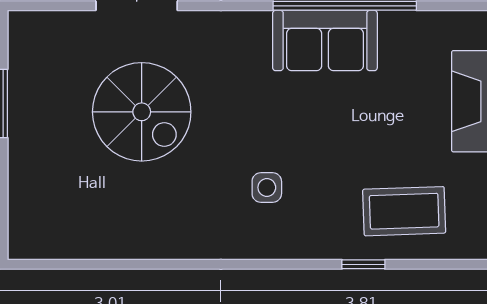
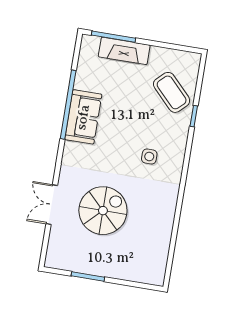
coffee table: (404, 211) -> (172, 92), turned -42

